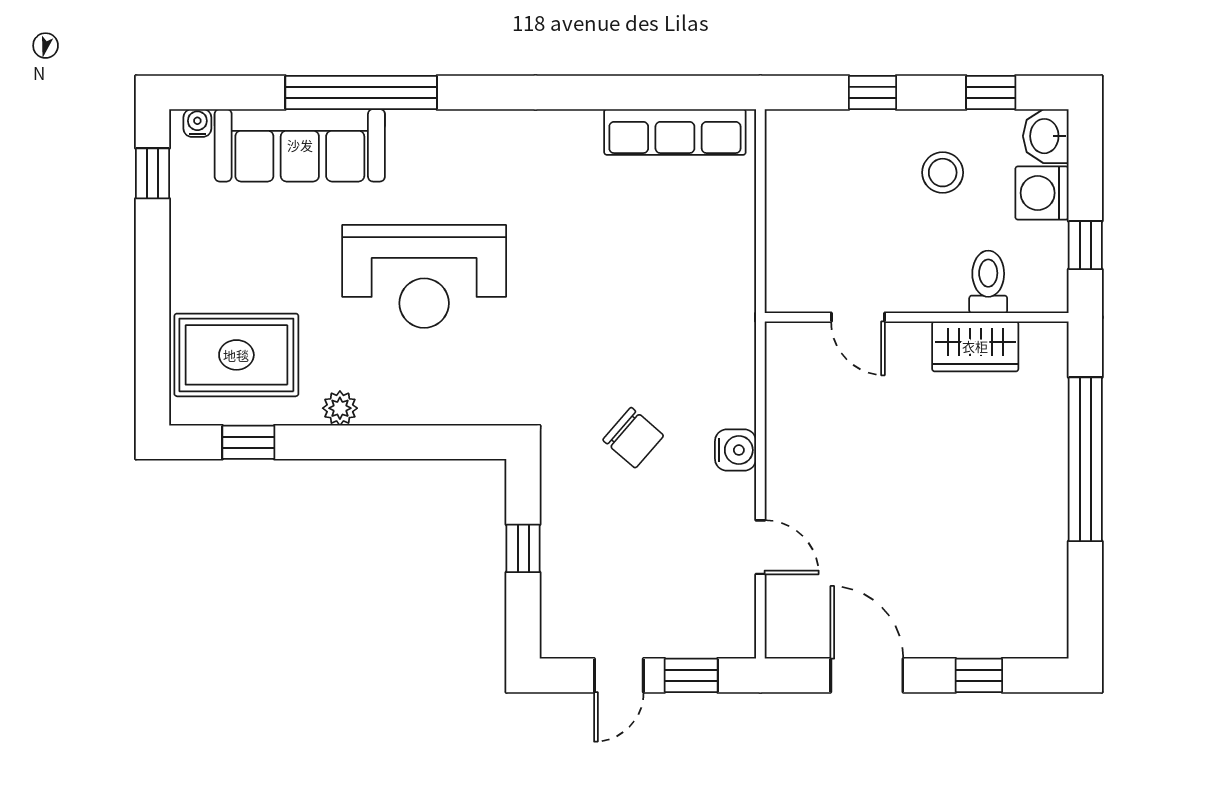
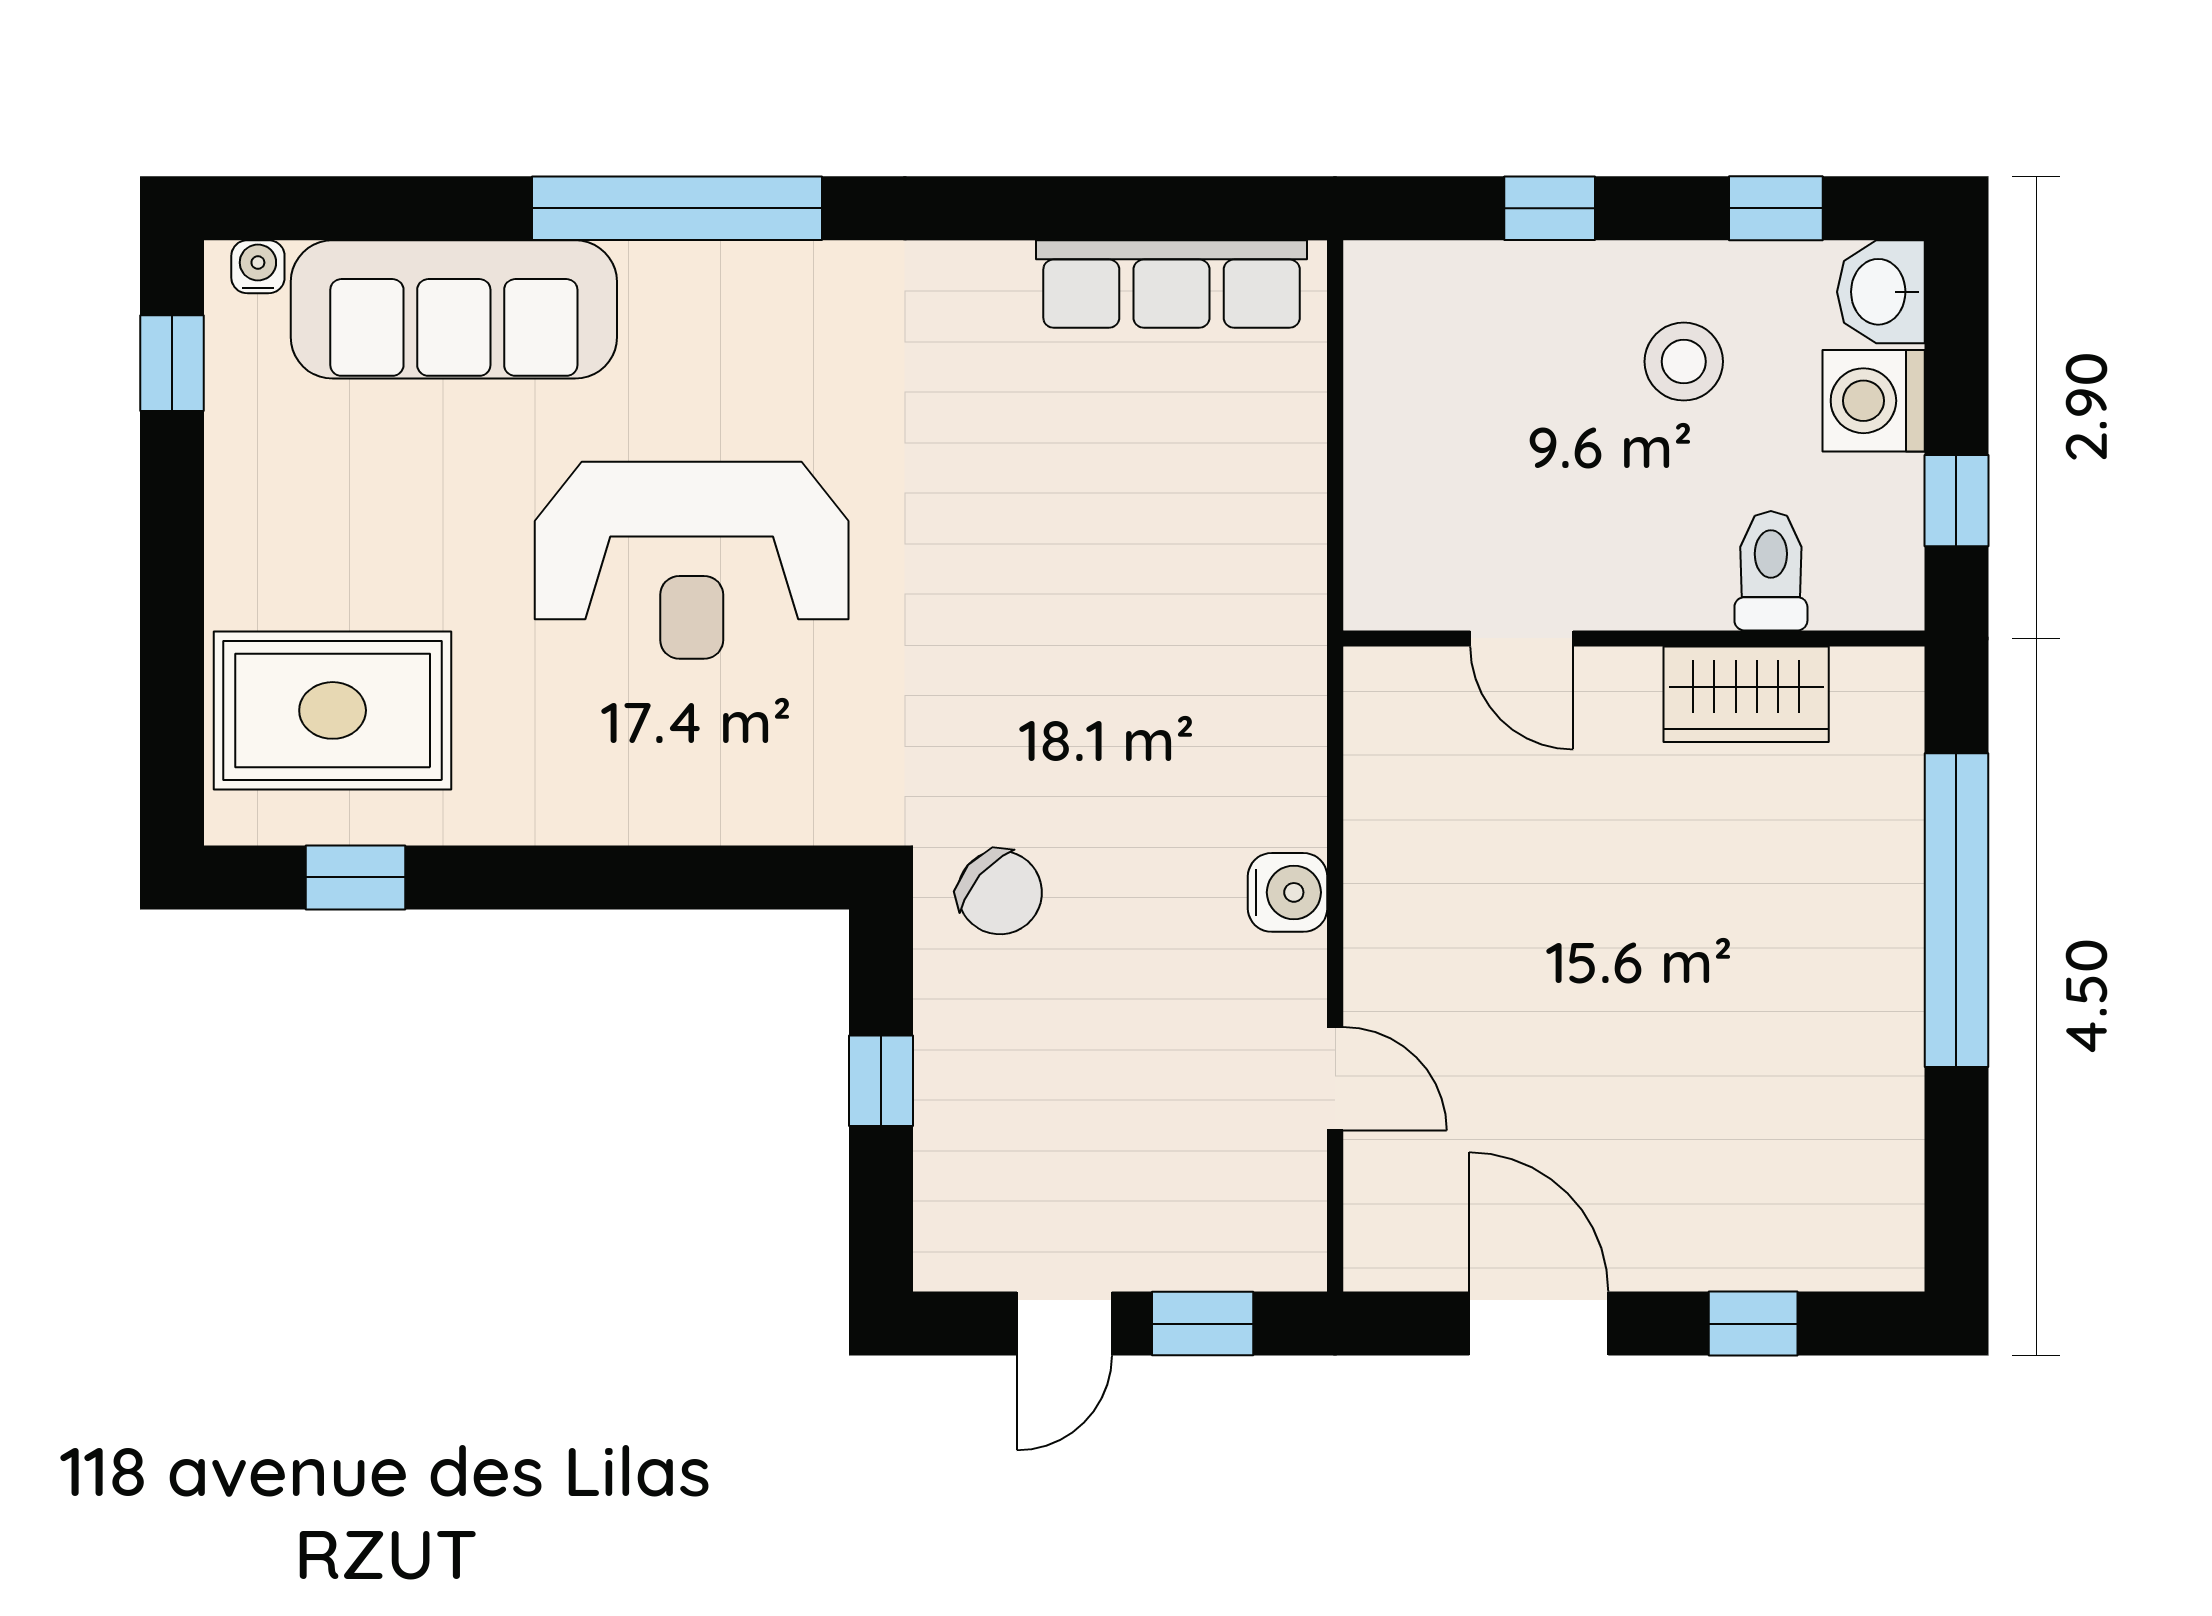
window: (361, 92) -> (677, 208), moved
plant: (340, 408) -> (531, 812), removed
chair: (633, 438) -> (1000, 892), moved

